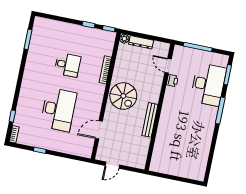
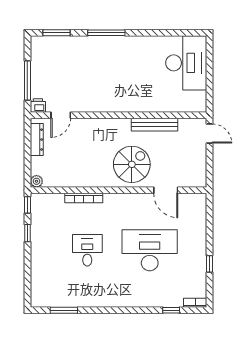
dresser: (141, 42) -> (37, 140), moved
printer: (172, 81) -> (38, 105), moved
desk: (208, 85) -> (186, 63), moved, turned 90
spiral stairs: (123, 96) -> (132, 164), moved
bench: (150, 120) -> (154, 125), moved
door: (112, 165) -> (209, 134), moved

